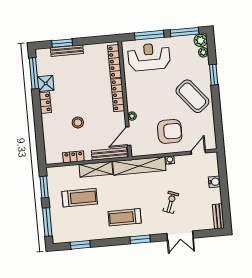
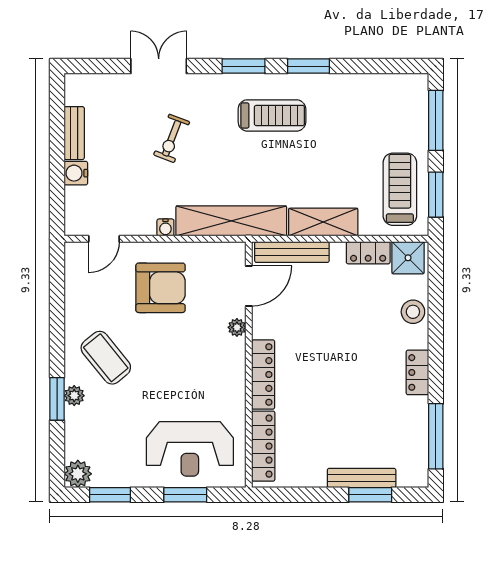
window: (185, 32) -> (110, 495), width x0.69
window: (149, 35) -> (185, 495), width x0.69
plant: (203, 52) -> (74, 396), moved
shower: (46, 83) -> (408, 258), moved
coffee table: (192, 96) -> (106, 358), width x0.73, depth x0.76
stool: (78, 123) -> (413, 312), moved
armchair: (170, 131) -> (160, 288), turned 180
treadmill: (80, 198) -> (400, 189), moved, turned 90
bench: (218, 216) -> (74, 133), moved
window: (80, 245) -> (308, 66), moved

